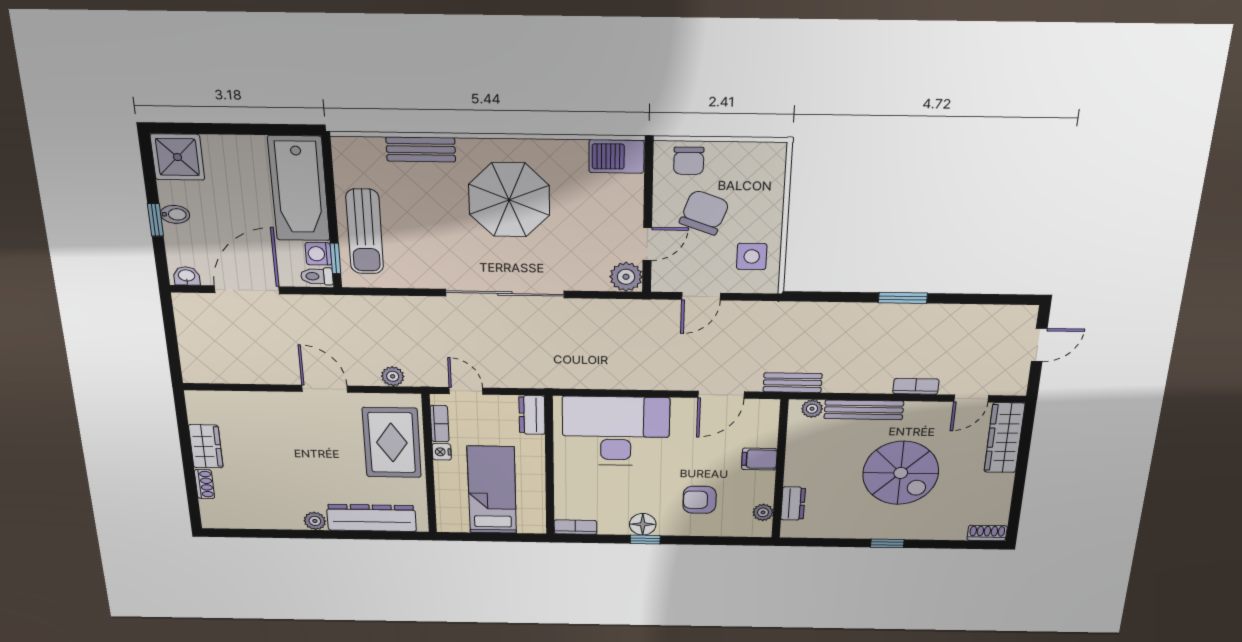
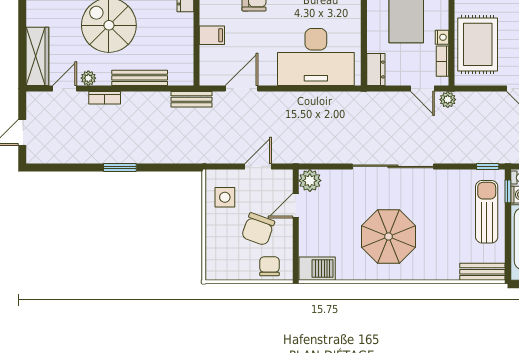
bench: (421, 149) -> (482, 272), moved
window: (368, 291) -> (488, 166), added
plant: (393, 376) -> (448, 100), moved
plant: (812, 409) -> (88, 78), moved

